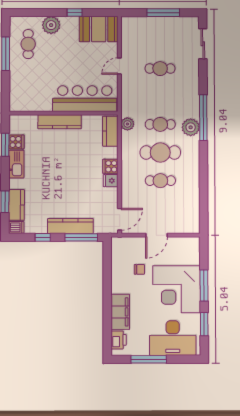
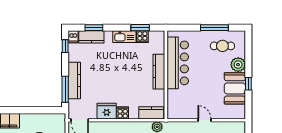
booth: (99, 29) -> (235, 88), moved
bar counter: (85, 99) -> (178, 63), moved
fridge: (111, 181) -> (107, 111), width x1.88, depth x1.34
window: (43, 237) -> (65, 46), moved

